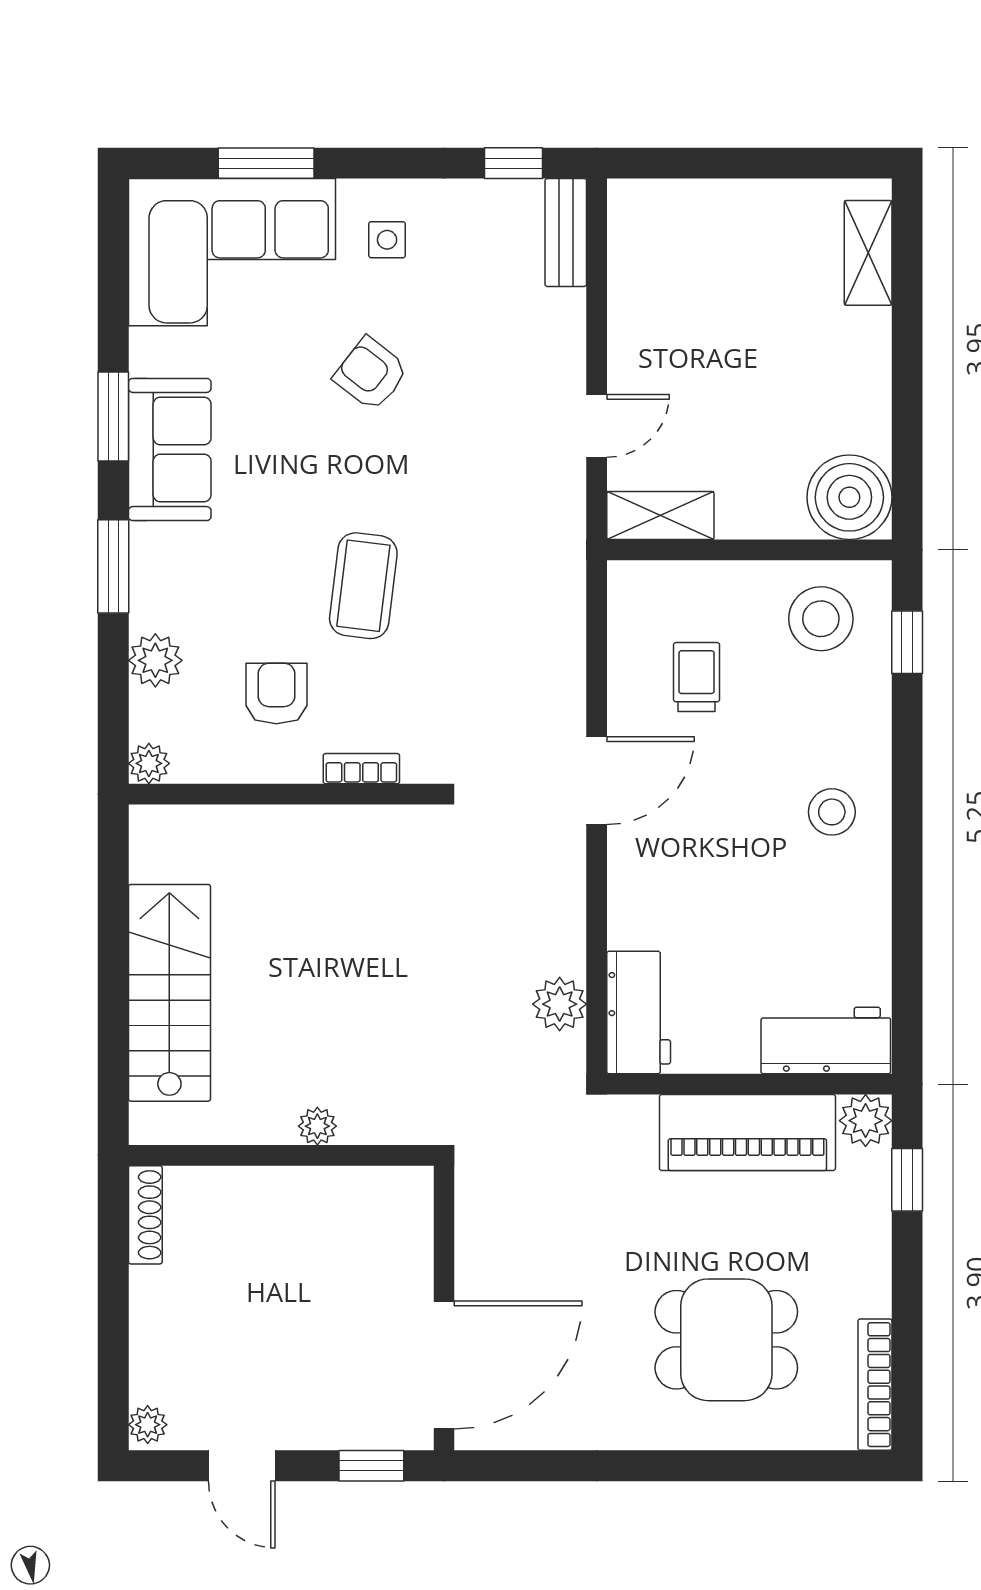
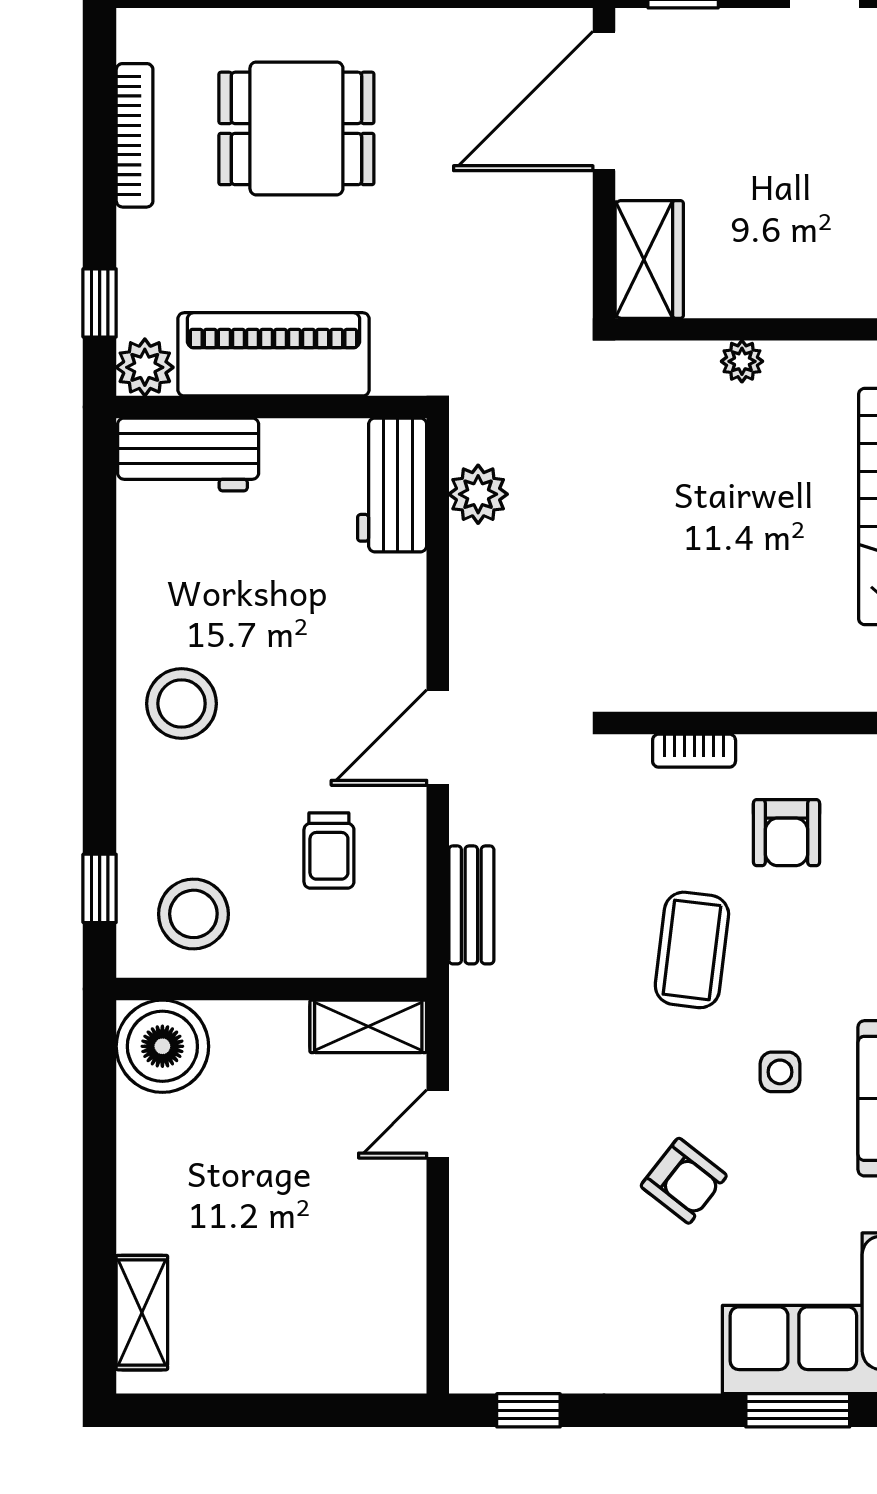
bench: (566, 232) -> (471, 905), moved
side table: (387, 240) -> (780, 1072), moved
stool: (832, 812) -> (182, 704), width x1.38, depth x1.38
wardrobe: (402, 1220) -> (649, 259), added
bookcase: (875, 1385) -> (135, 135), moved

